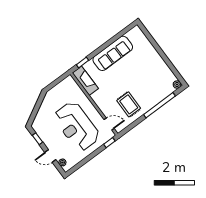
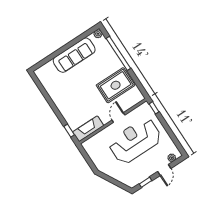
sofa: (113, 53) -> (74, 55), moved, turned 90
rug: (129, 104) -> (116, 85), width x1.36, depth x1.43
door: (109, 124) -> (118, 118), moved
reception desk: (77, 126) -> (135, 141), turned 180

